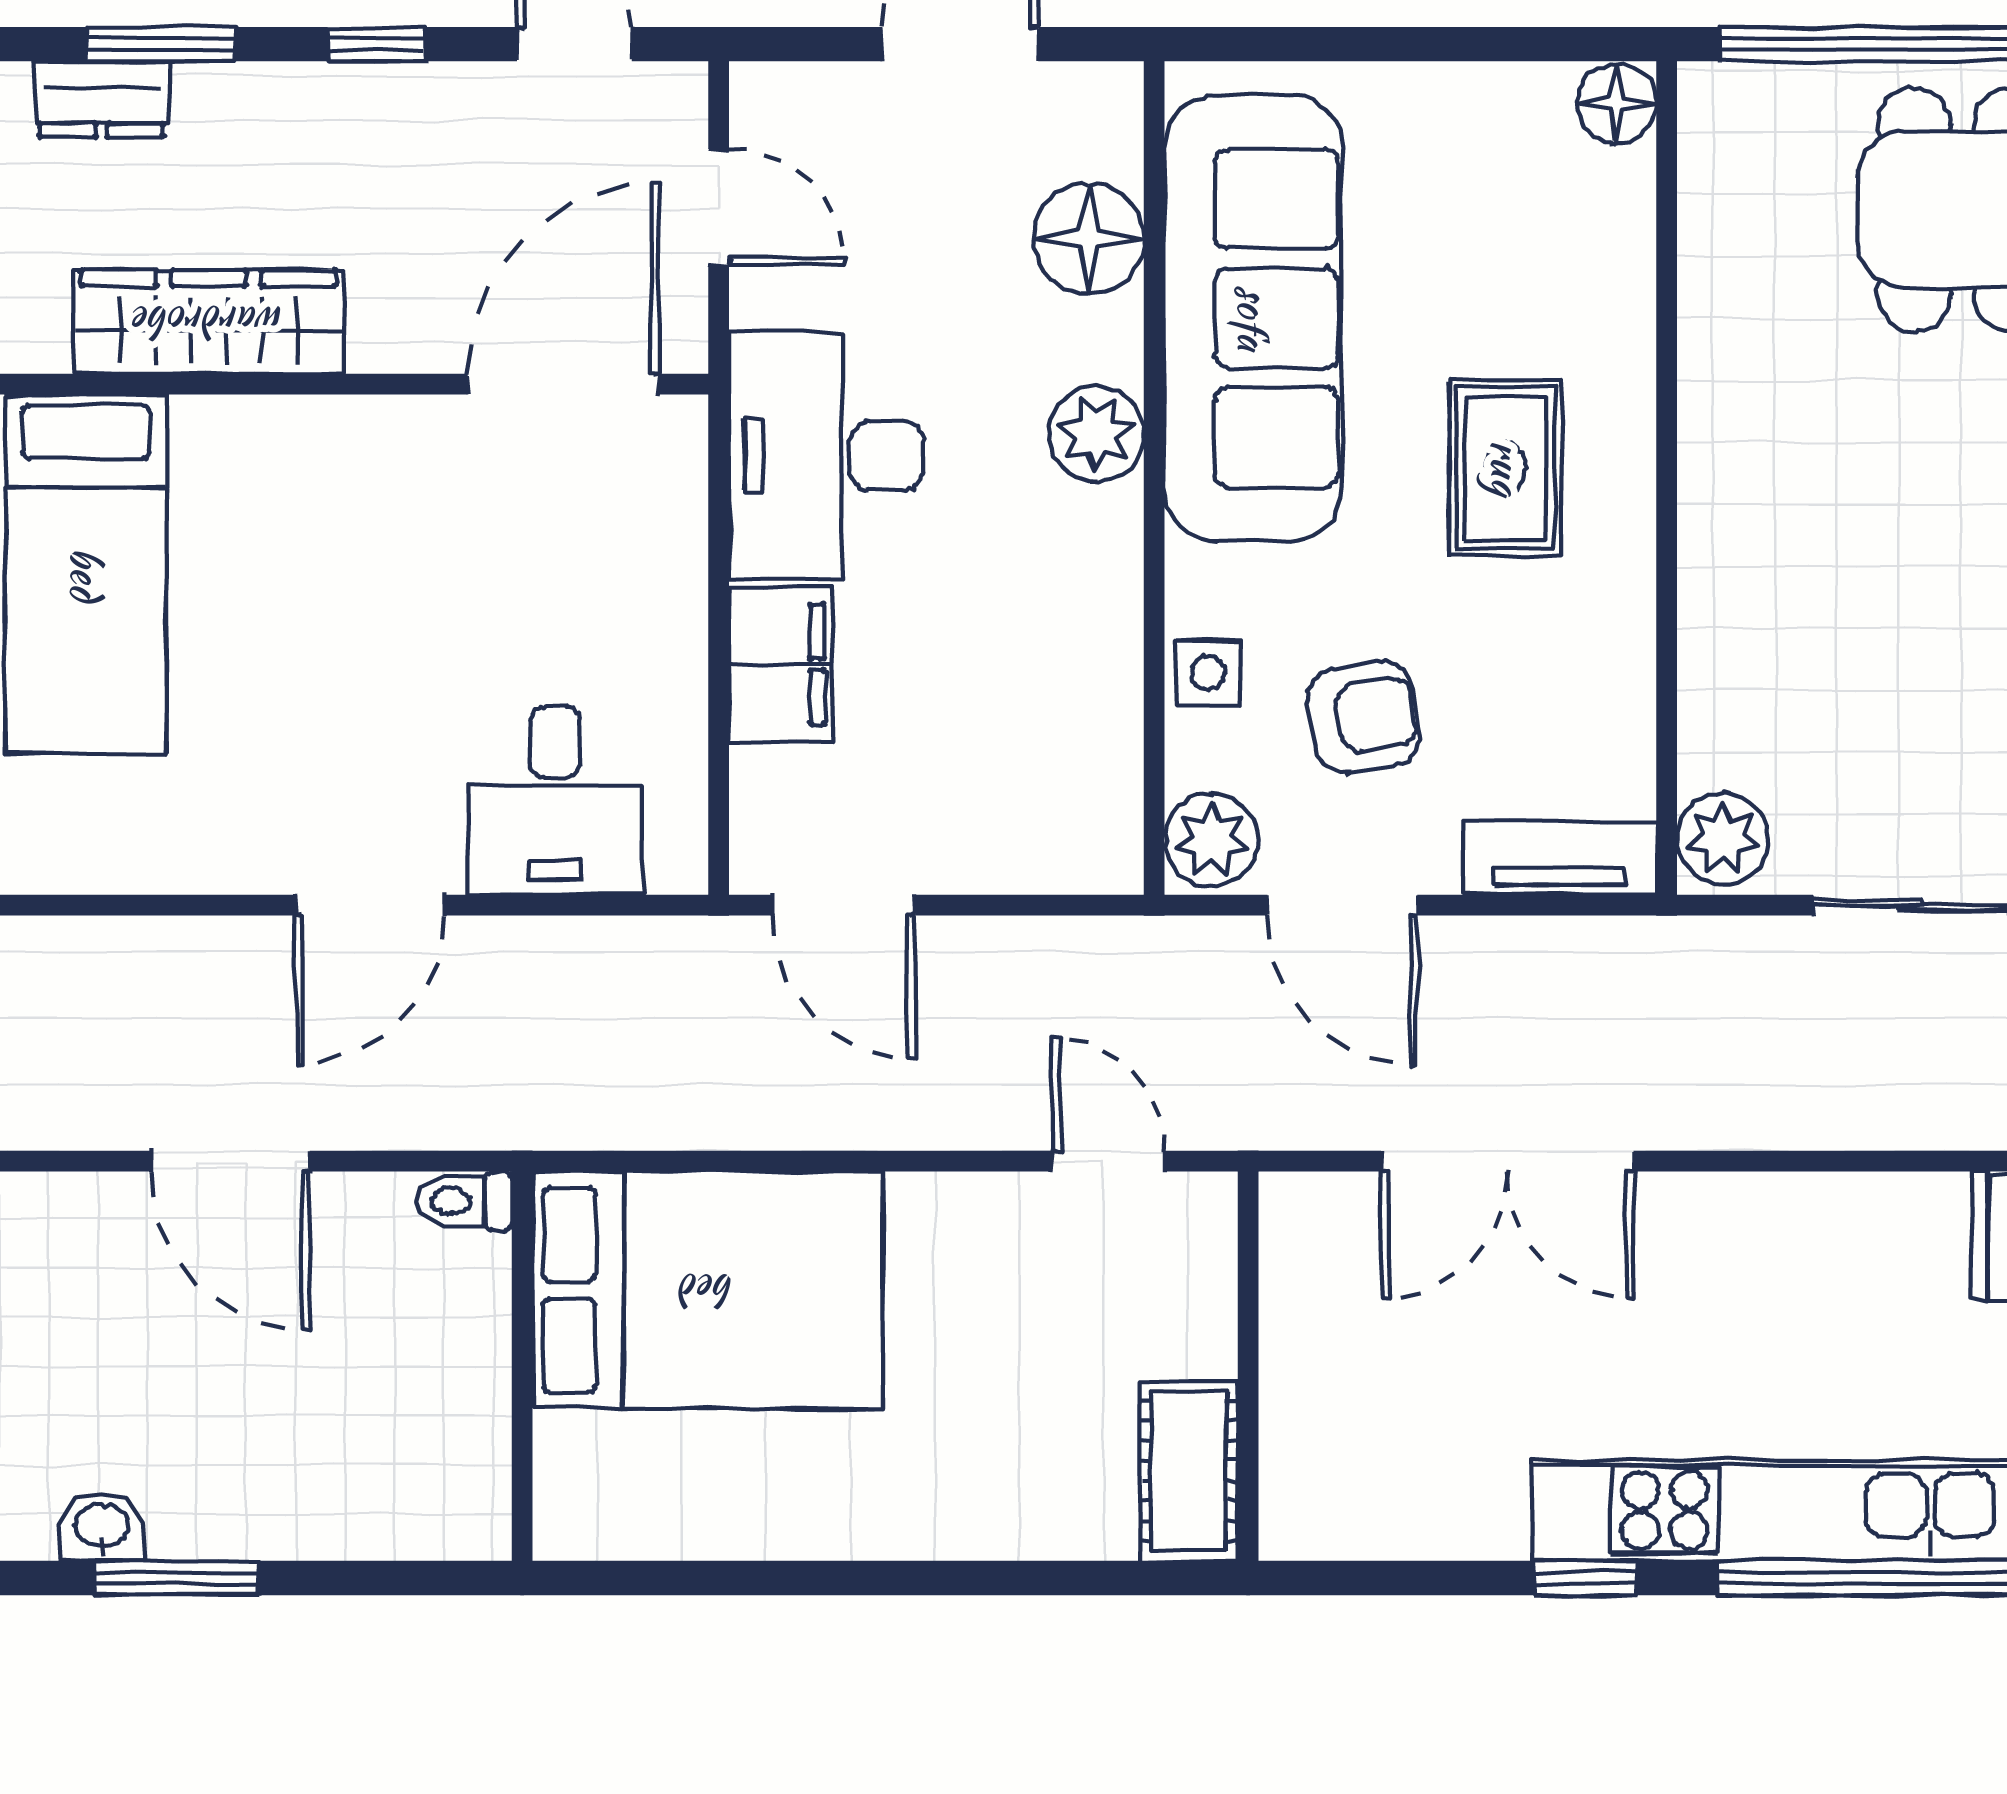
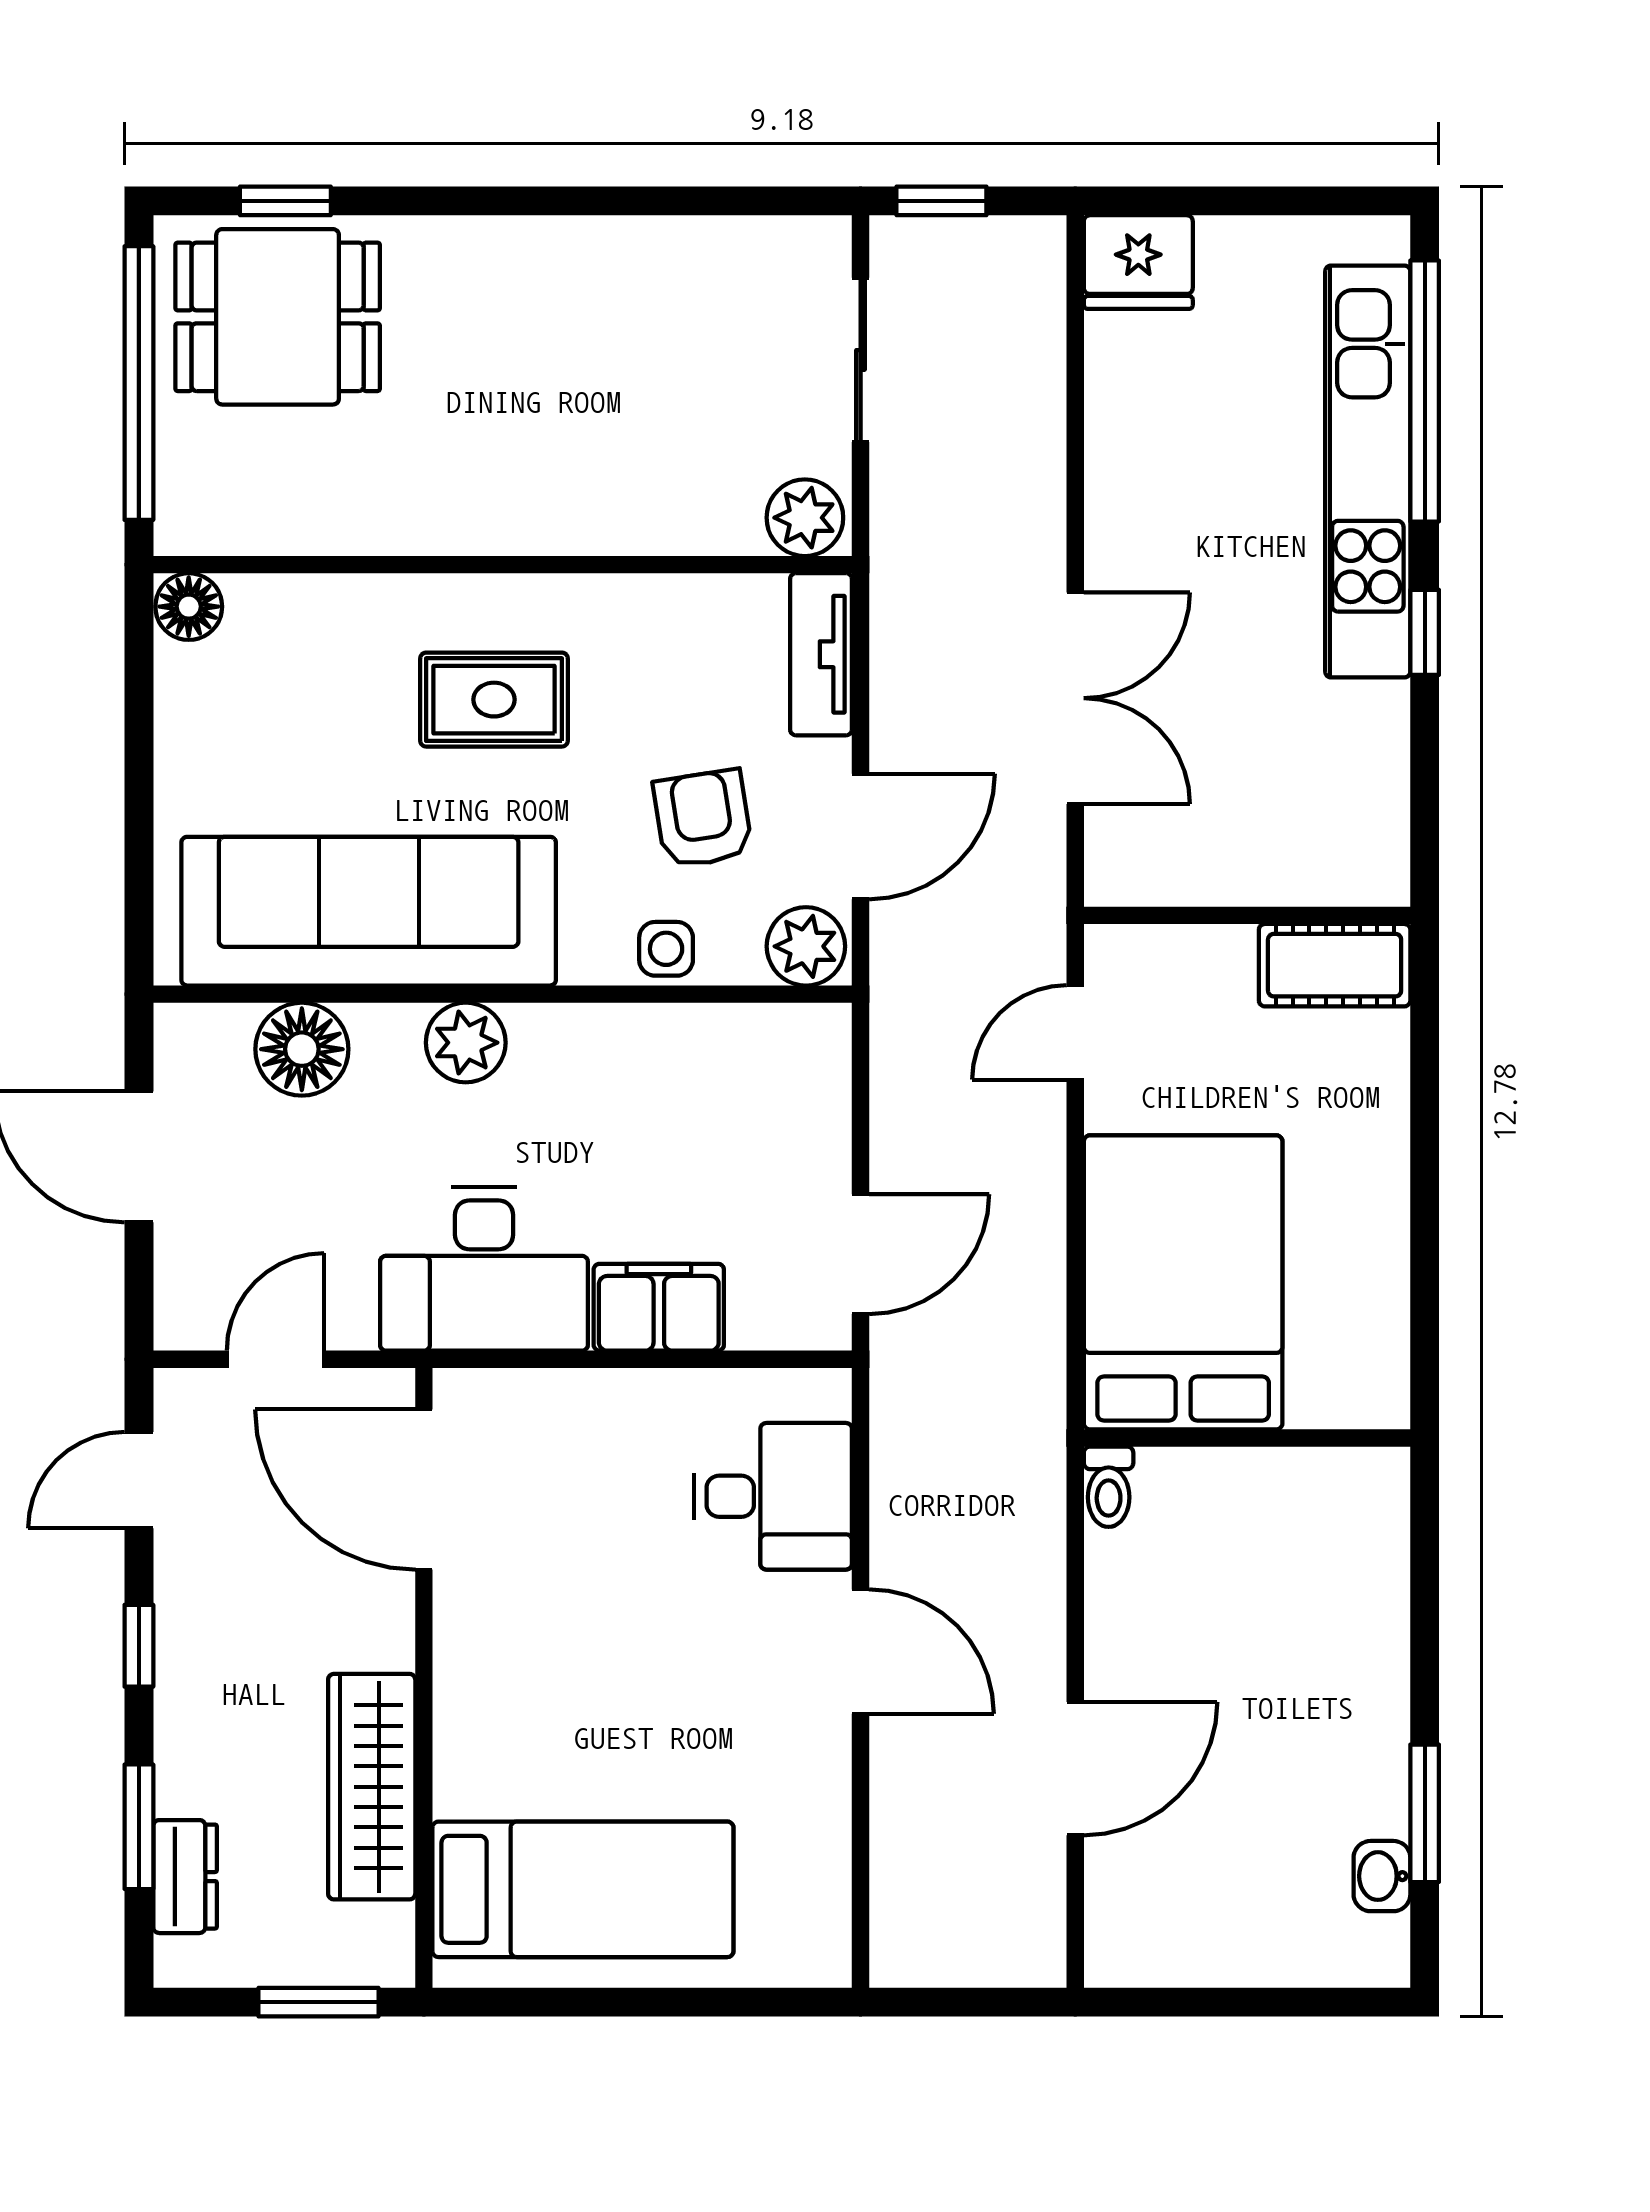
toilet: (464, 1201) -> (1109, 1487), moved
bed: (708, 1290) -> (1183, 1282), moved
wall: (522, 1366) -> (1247, 1438), moved

